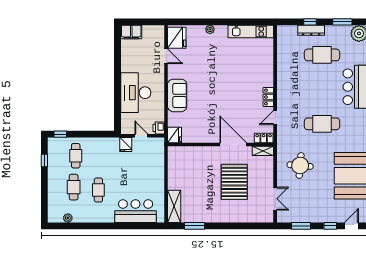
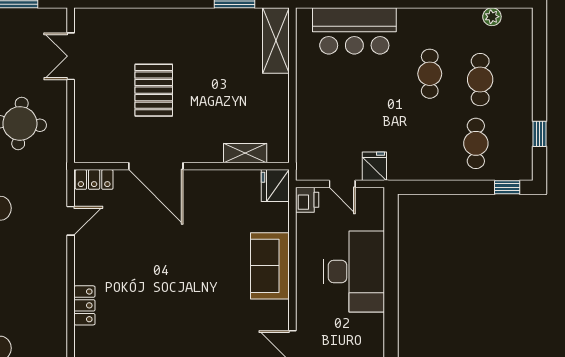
locker: (268, 97) -> (84, 305), moved
shelving: (263, 151) -> (245, 153), moved
pallet: (234, 182) -> (154, 90), width x0.73, depth x0.71

